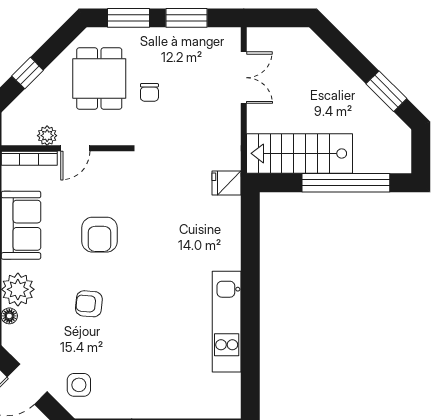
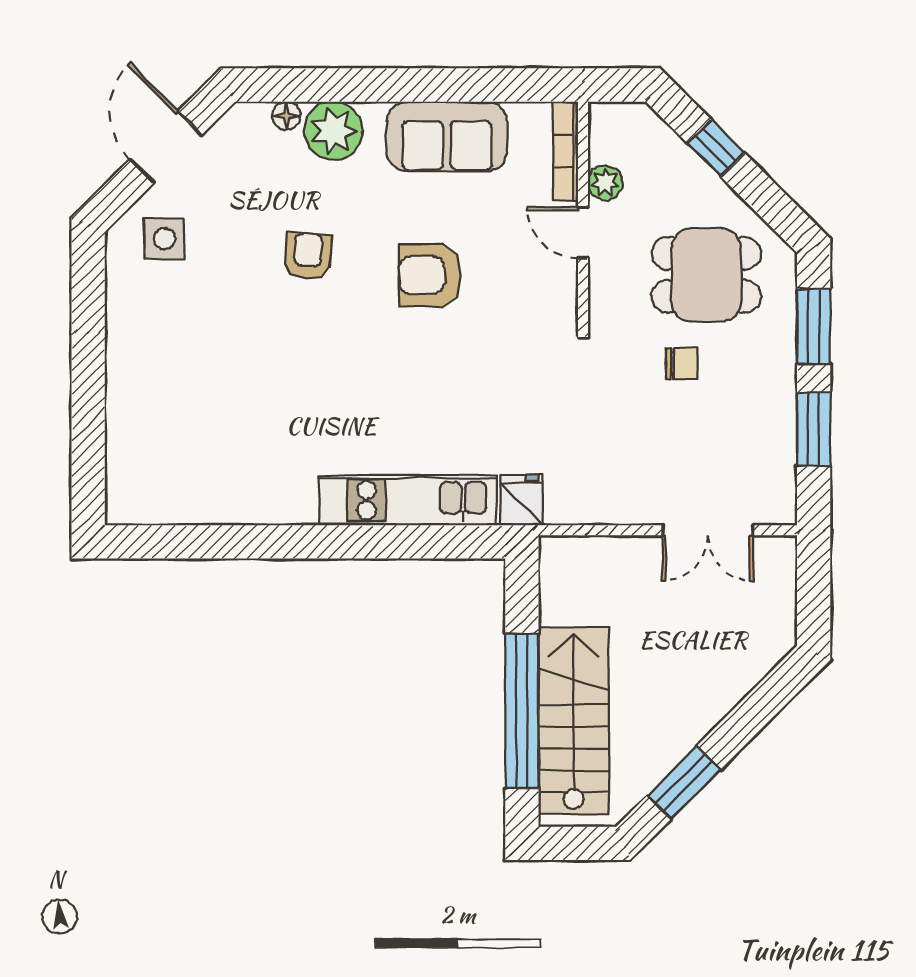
chair: (149, 92) -> (682, 364), turned 180
stairs: (299, 153) -> (574, 720), moved
kitchen unit: (227, 322) -> (408, 500), moved

